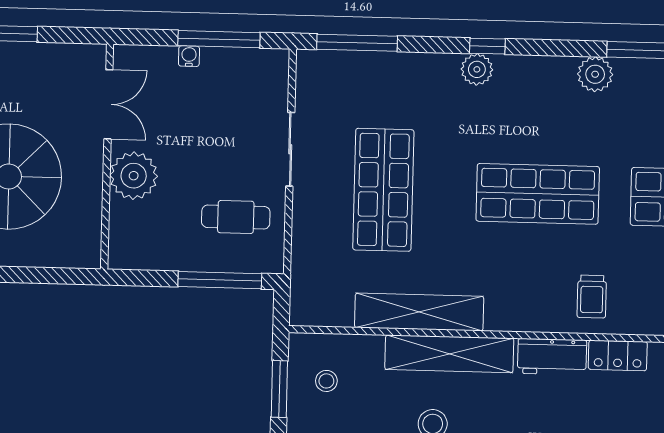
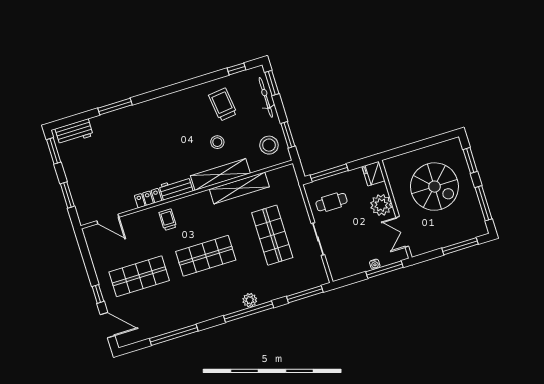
window: (219, 39) -> (385, 270), moved
window: (487, 46) -> (249, 312), width x3.17
plant: (595, 74) -> (198, 315), removed
fridge: (128, 247) -> (373, 174), added
stool: (326, 381) -> (269, 145), width x1.89, depth x1.89

